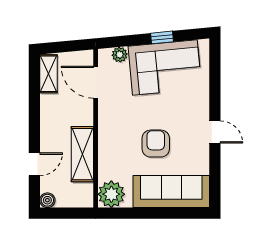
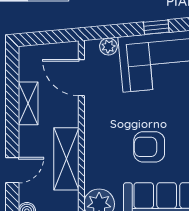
shelving: (48, 74) -> (28, 103), moved
armchair: (156, 144) -> (149, 147), turned -90

